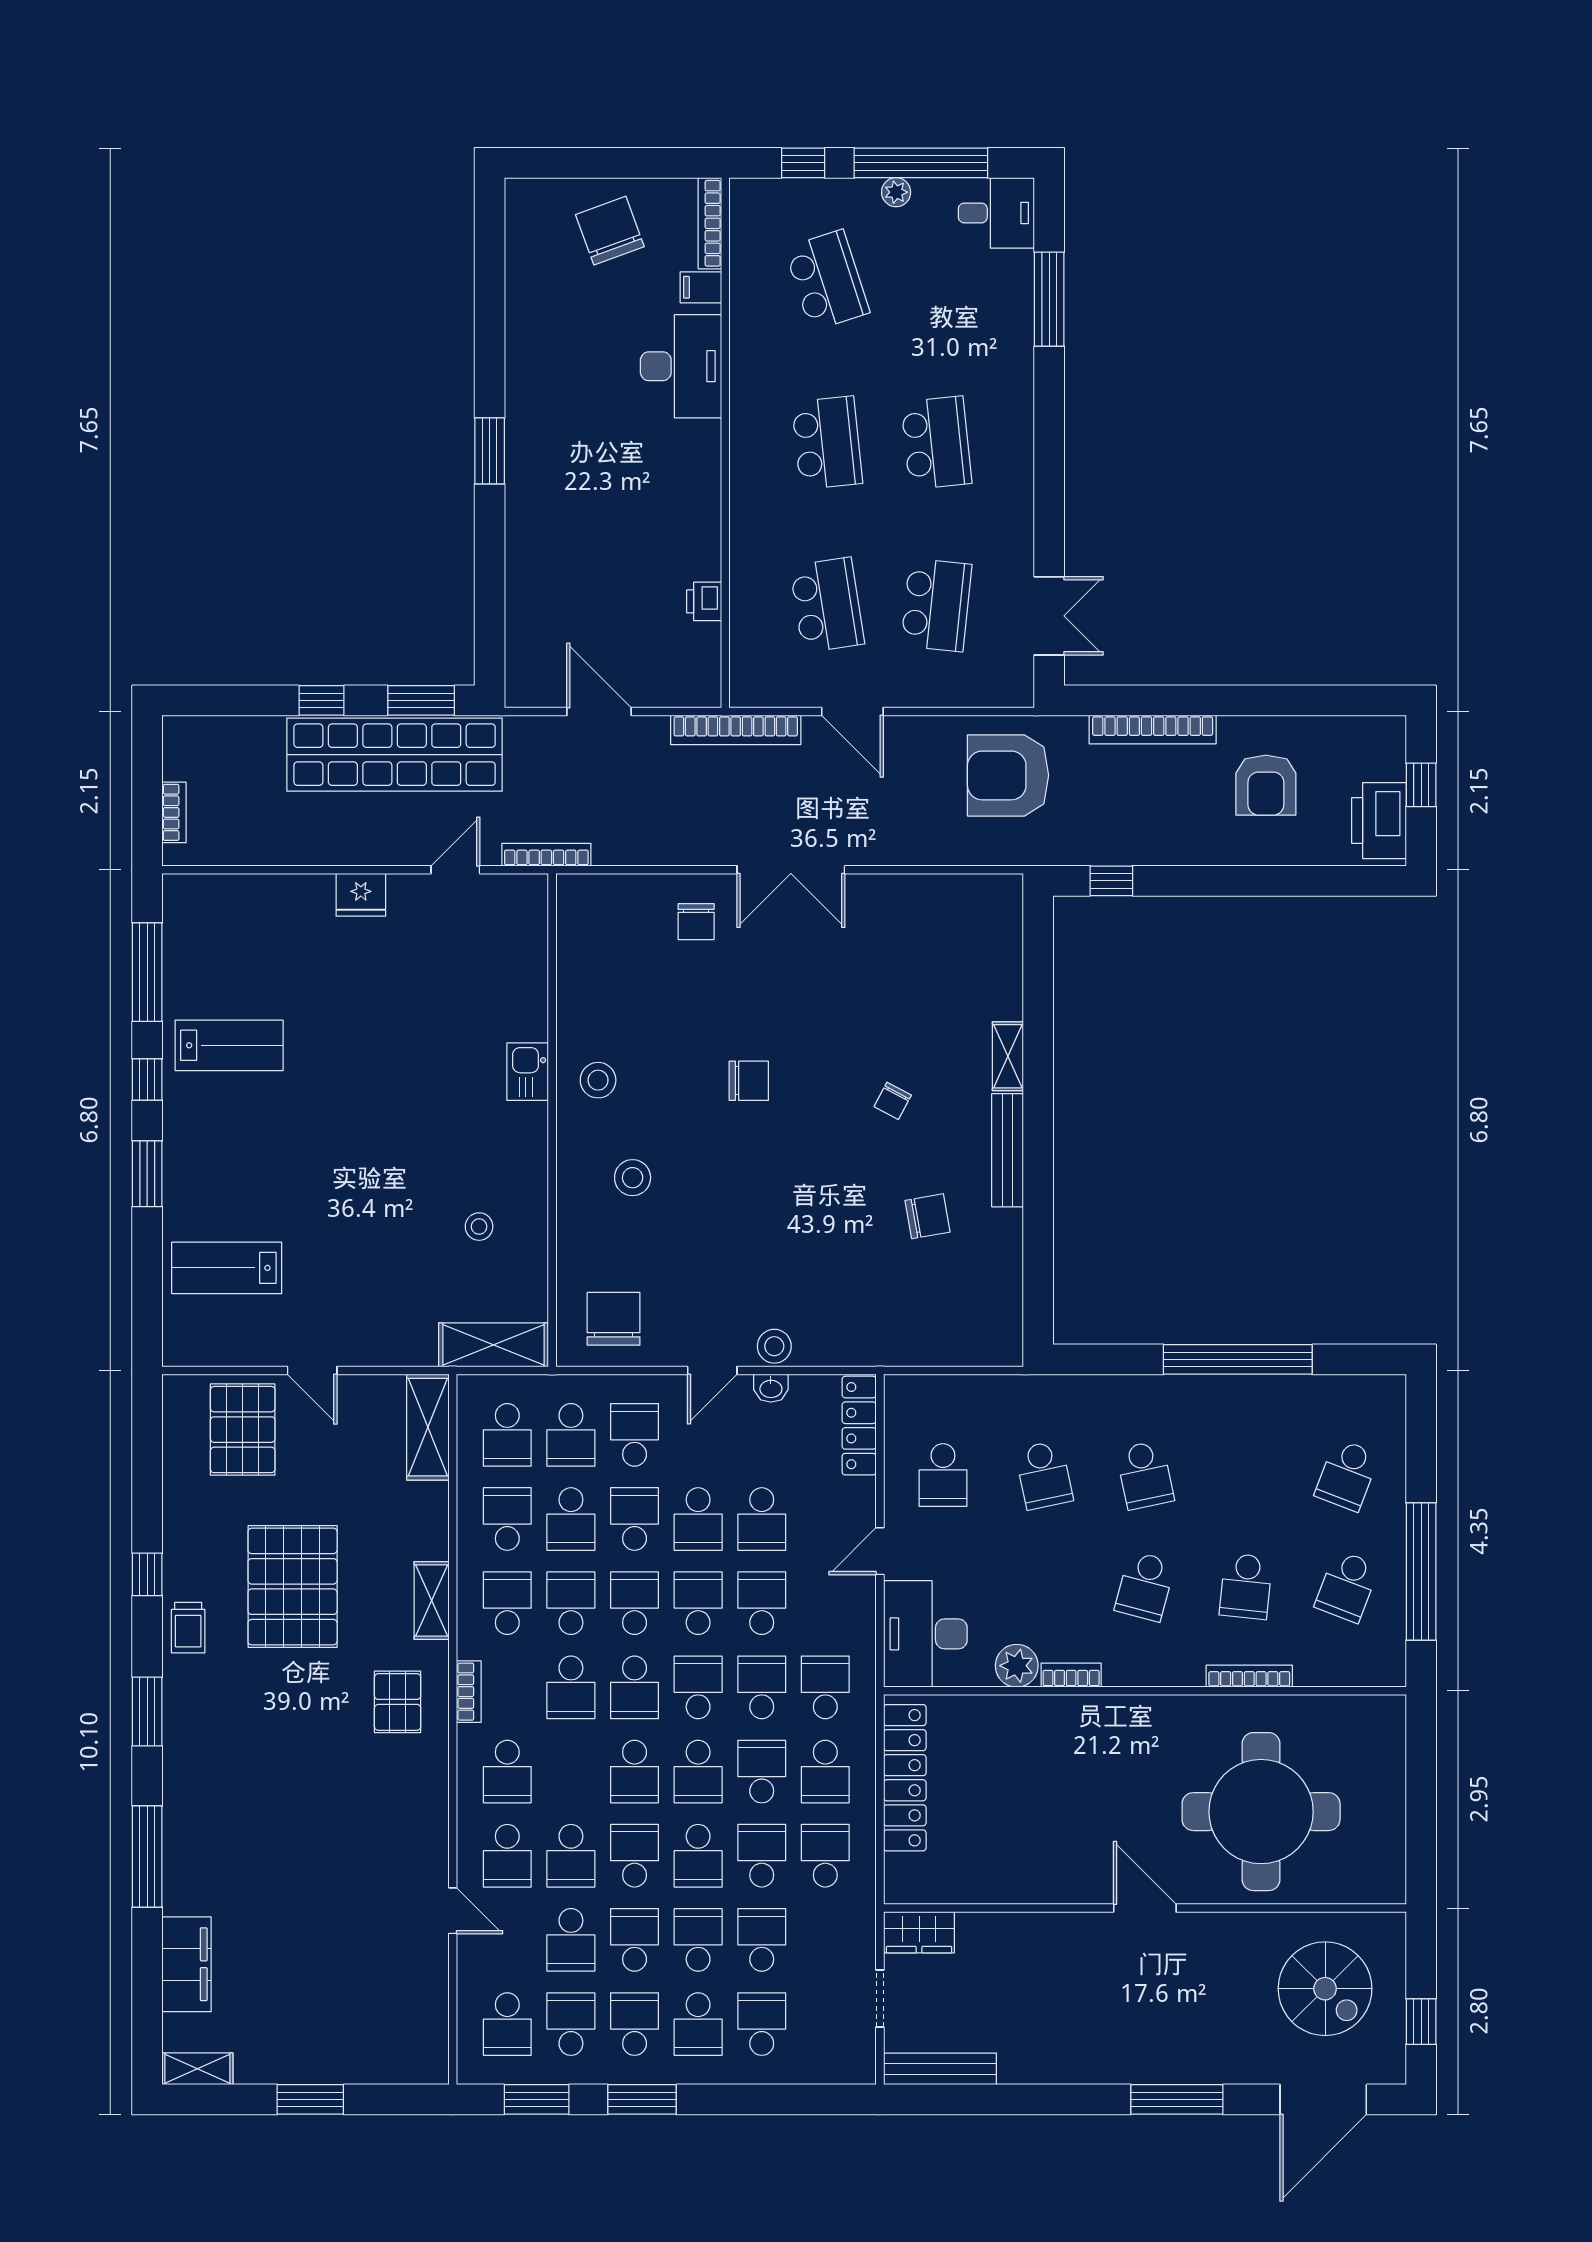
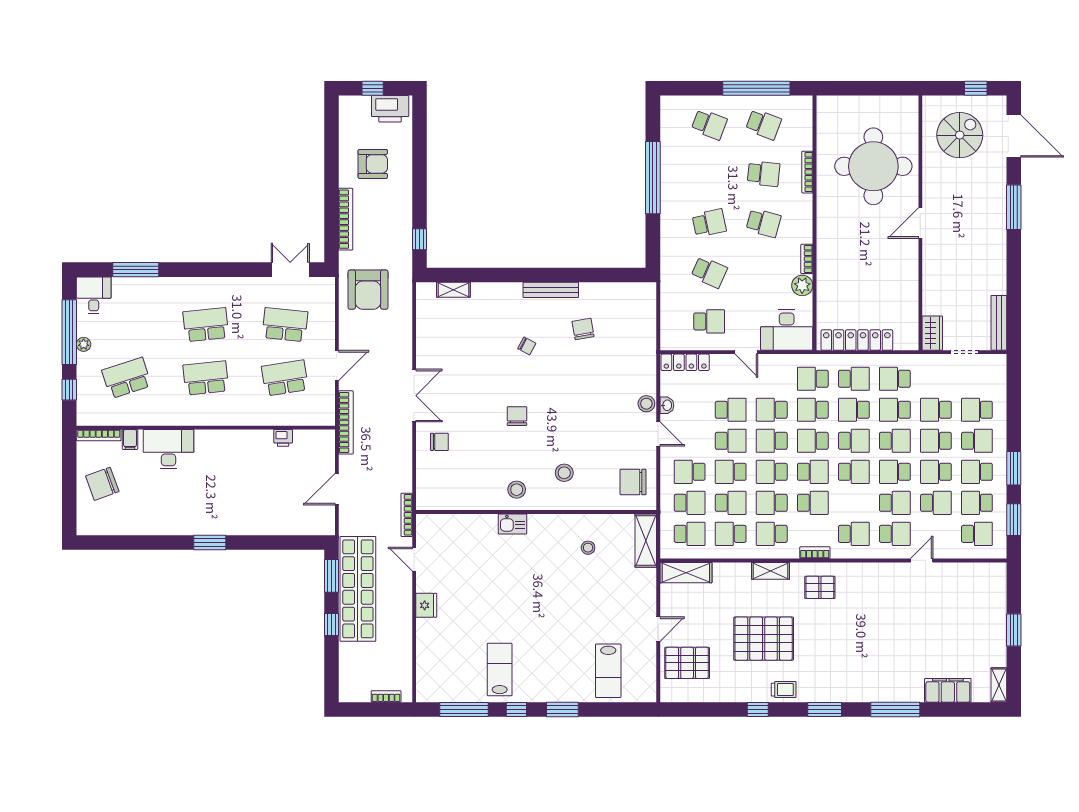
shelving: (1008, 1056) -> (453, 290), moved
school desk: (1044, 1475) -> (709, 272), turned 36

